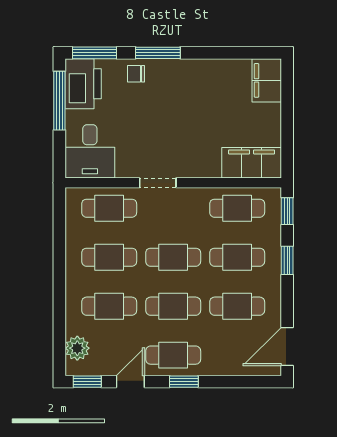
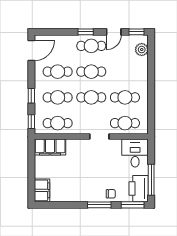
cafe table: (109, 306) -> (125, 72), removed

